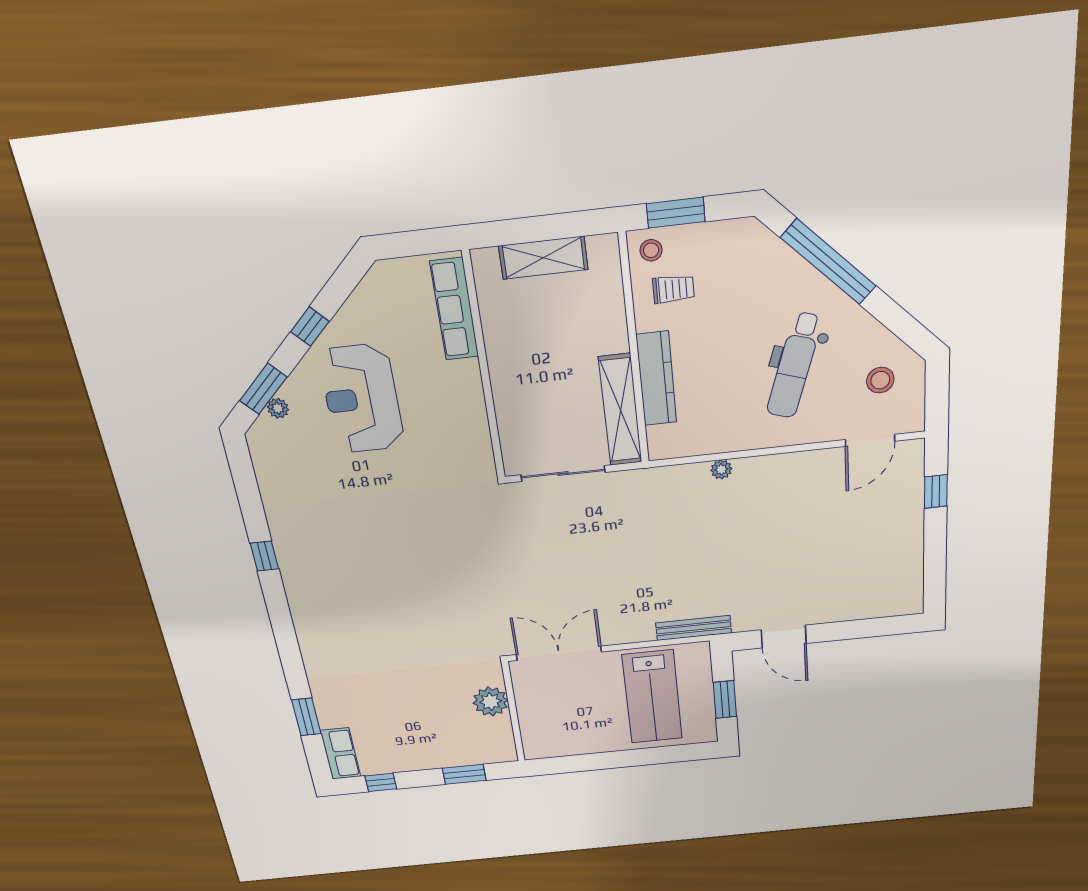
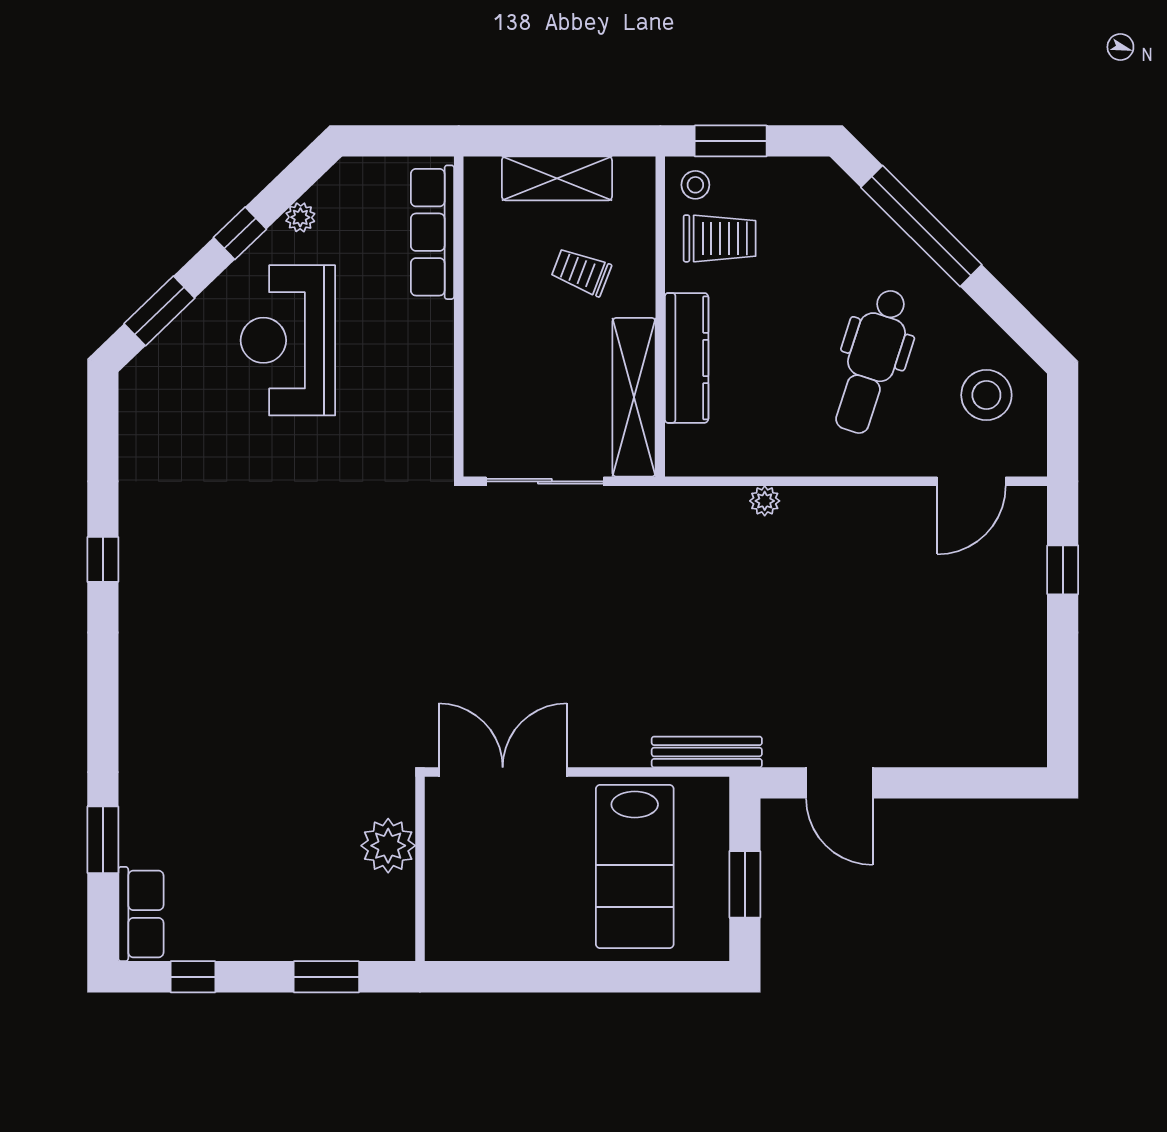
trolley: (673, 289) -> (720, 238), width x1.36, depth x1.39
trolley: (571, 326) -> (581, 272), added
stool: (880, 380) -> (986, 395), width x1.38, depth x1.38
plant: (278, 408) -> (300, 217), moved

